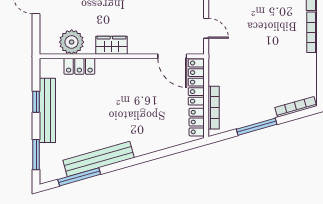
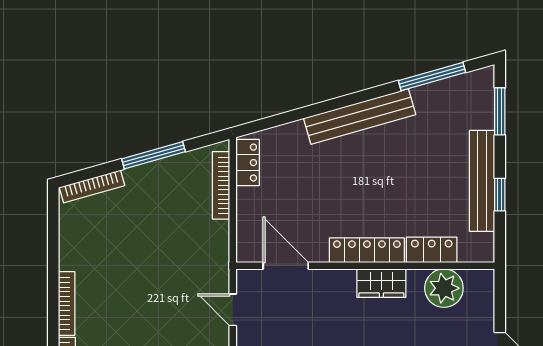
locker: (196, 82) -> (367, 250), moved, turned -90
bench: (99, 159) -> (360, 116), moved

